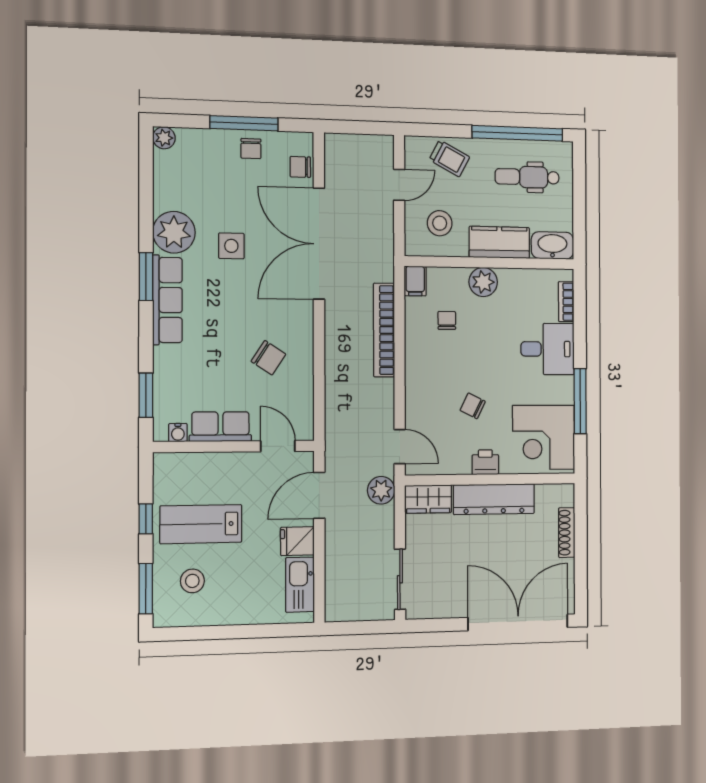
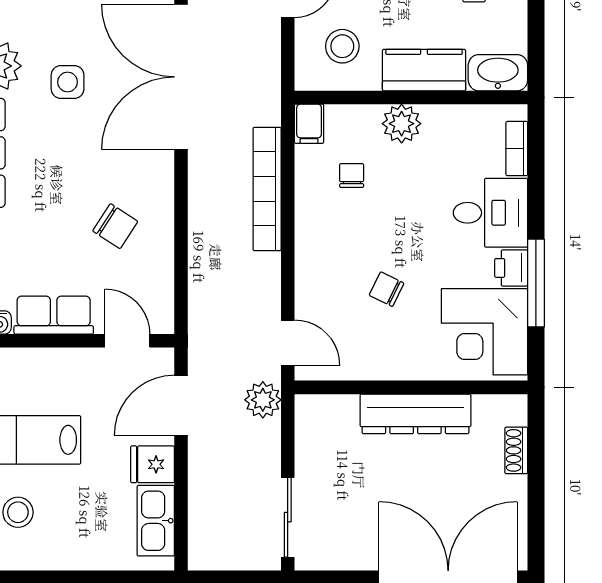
printer: (485, 462) -> (511, 268), moved, turned -90
wardrobe: (428, 499) -> (326, 412), removed
shoe rack: (567, 533) -> (516, 450), width x0.70

